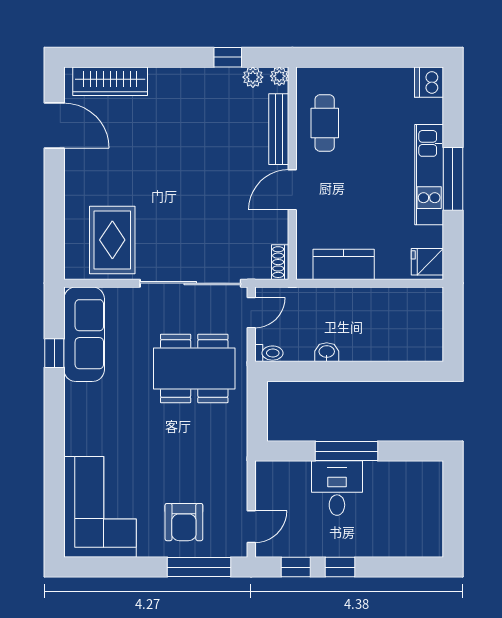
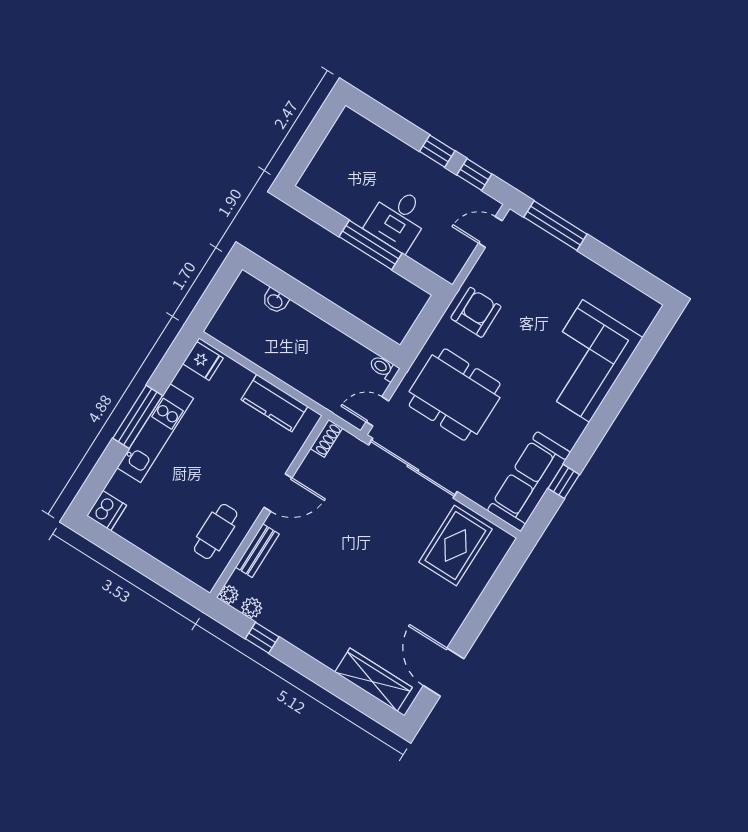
bench: (279, 129) -> (257, 551), width x0.73
washbasin: (327, 352) -> (275, 301), moved
corner sofa: (100, 507) -> (586, 361), moved
armchair: (184, 522) -> (476, 312), moved

